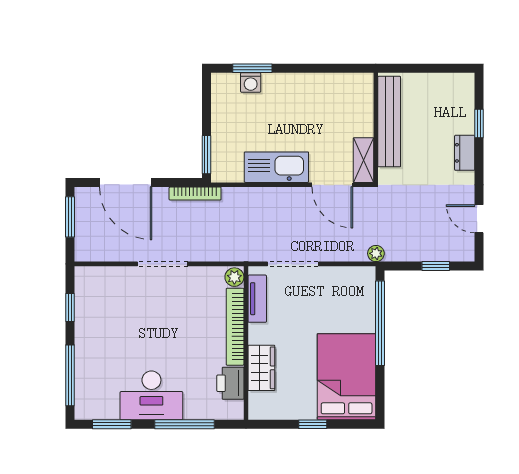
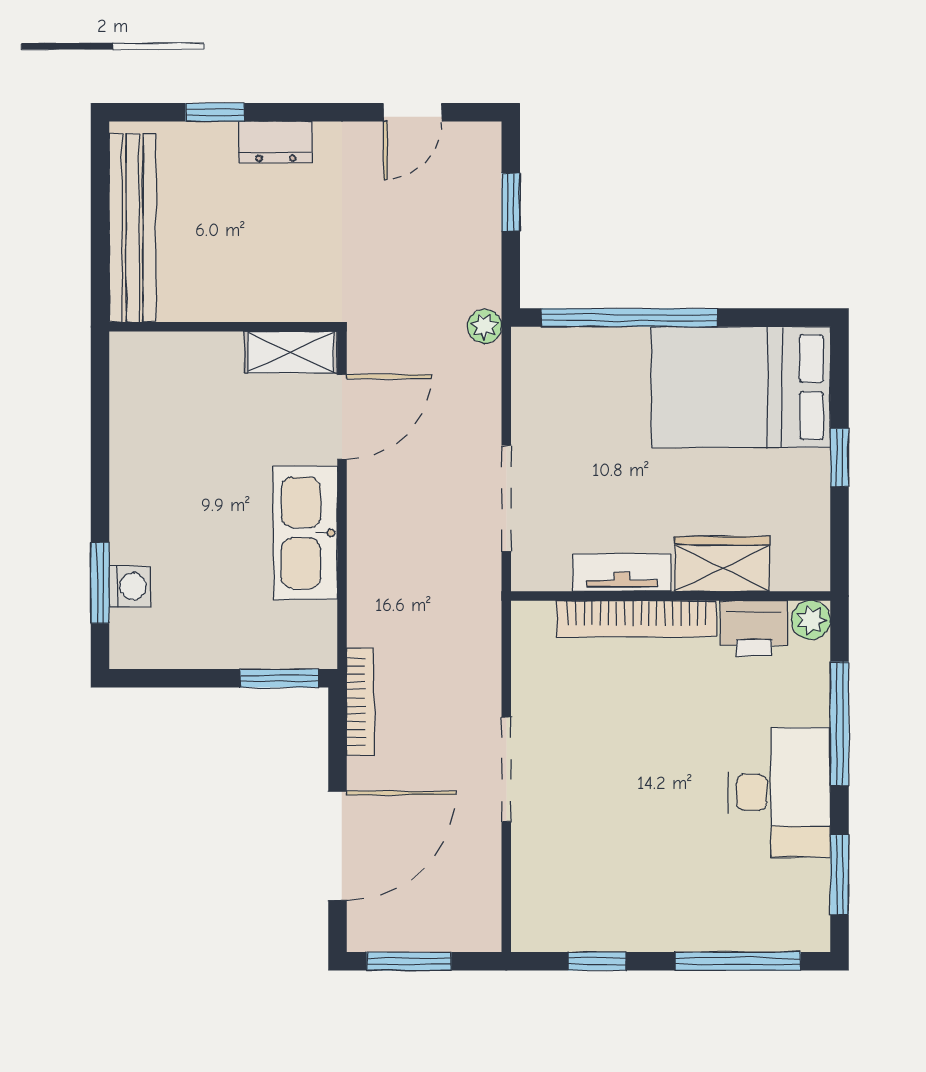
bench: (389, 122) -> (133, 228), moved, turned 90
plant: (234, 277) -> (811, 620), moved
tv unit: (257, 299) -> (622, 573), moved

